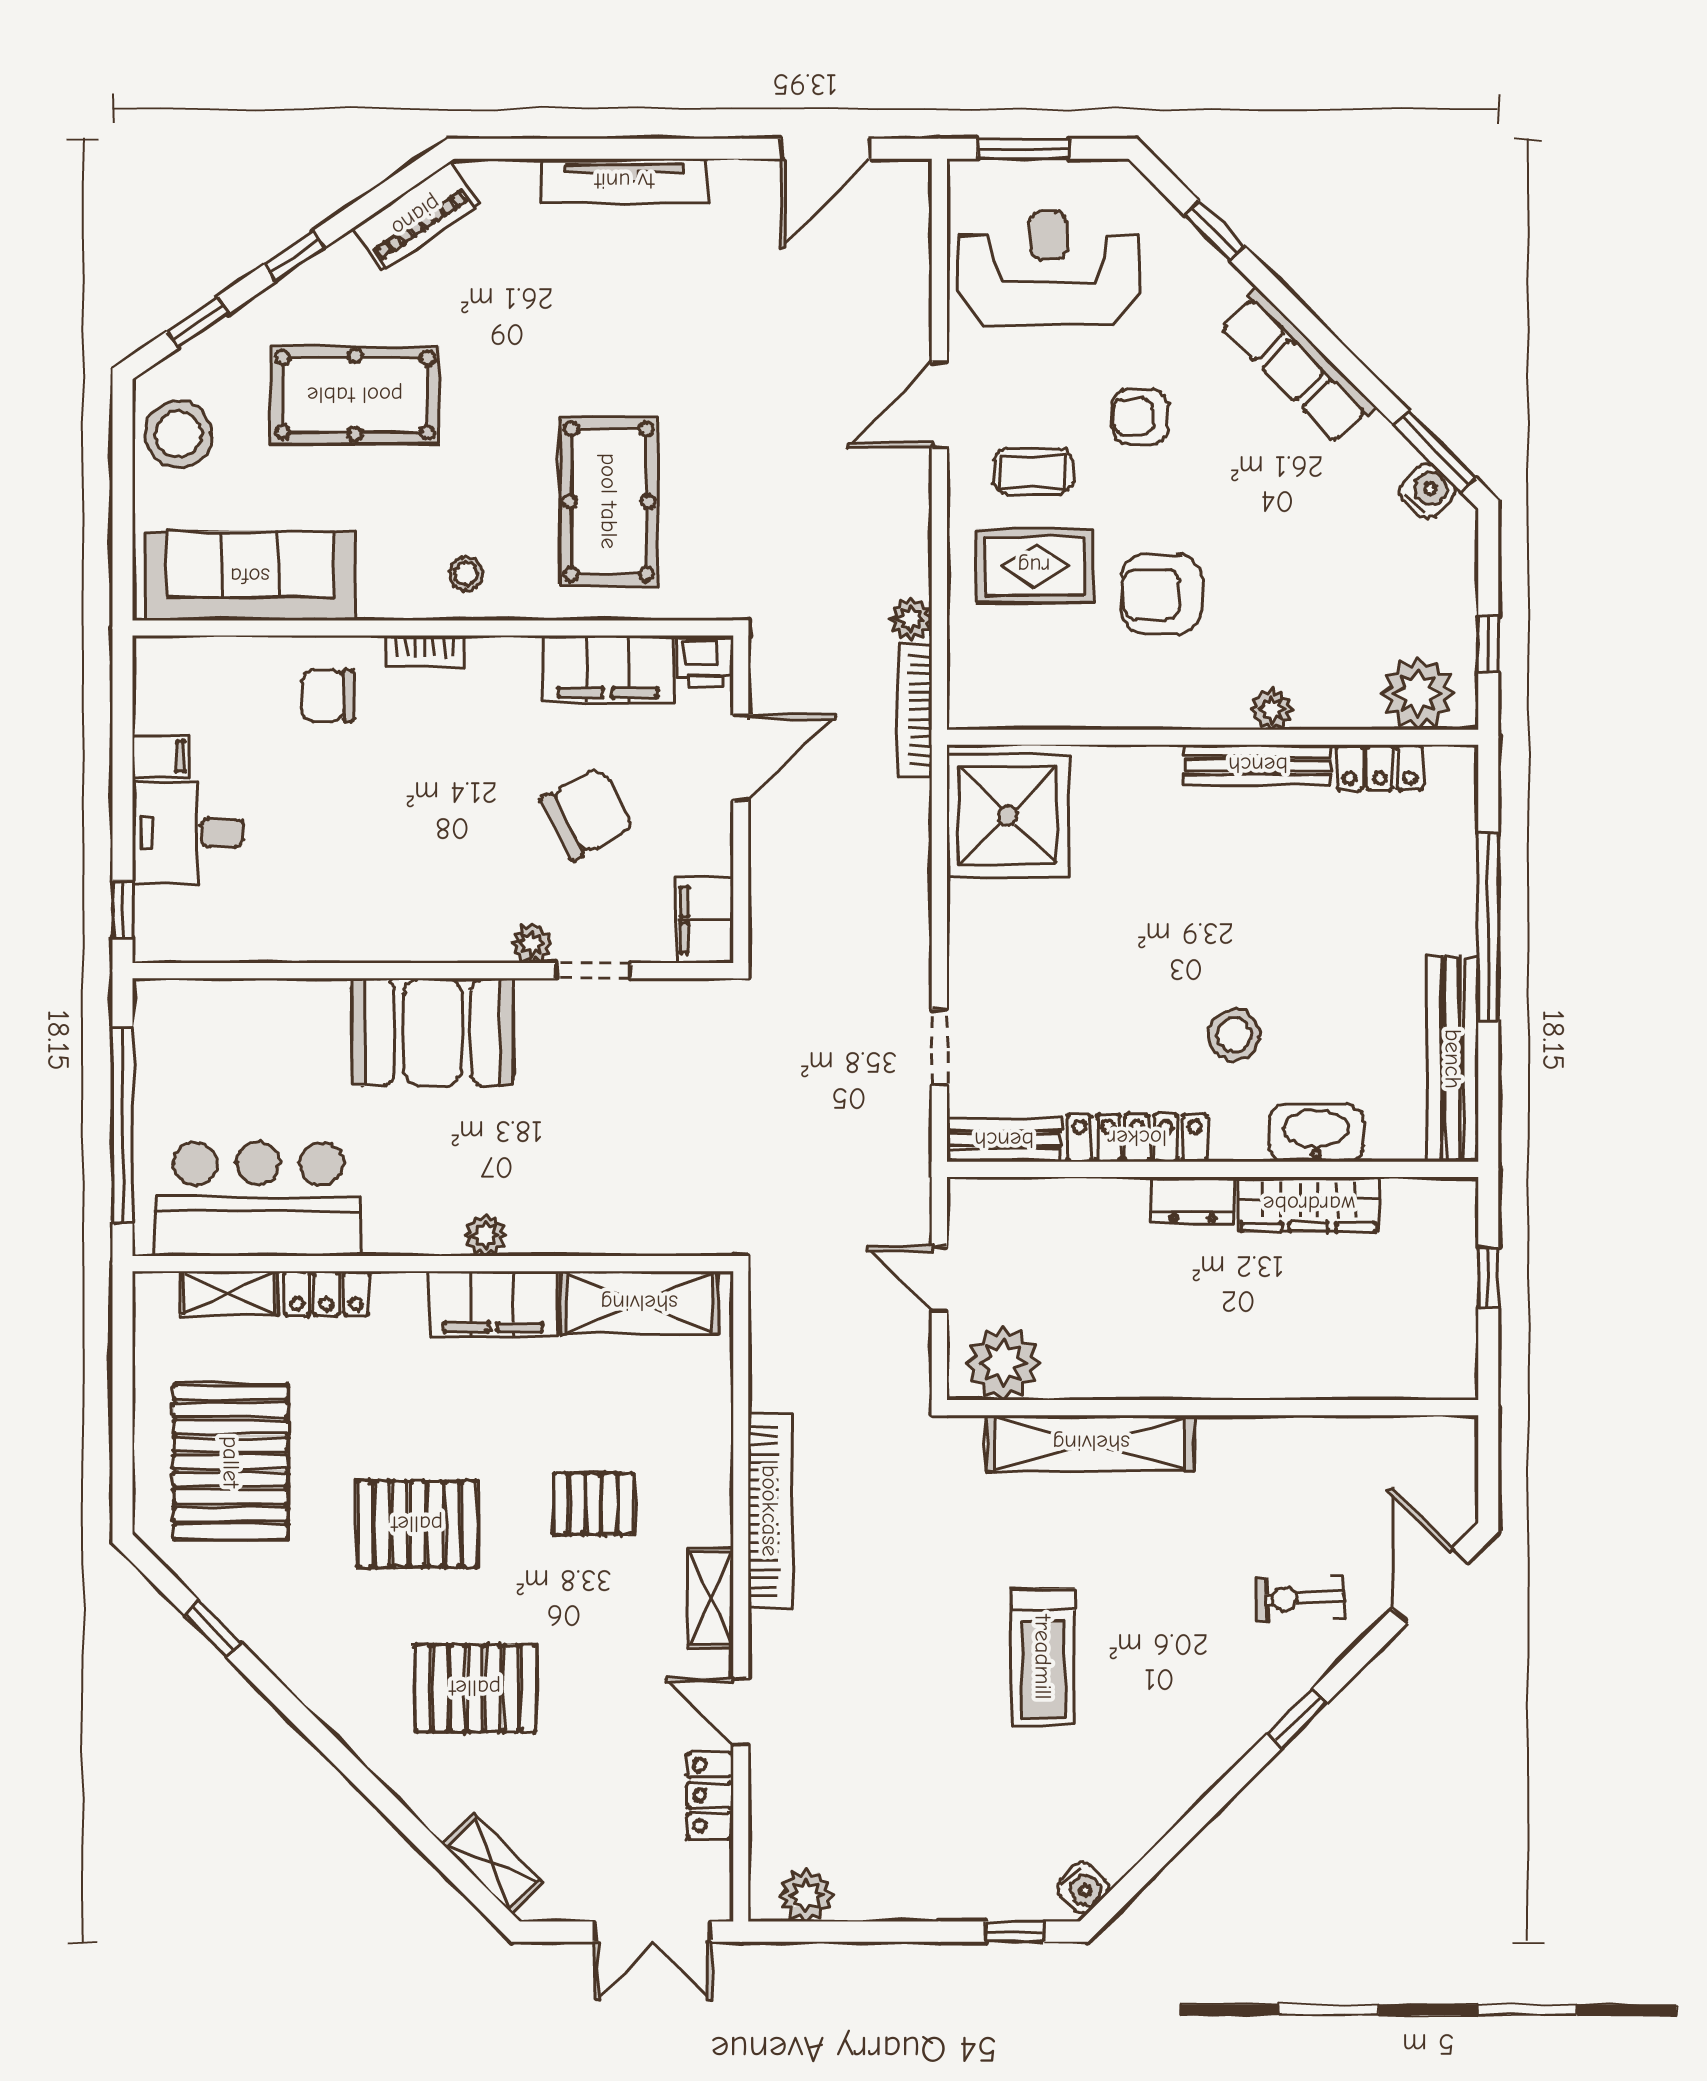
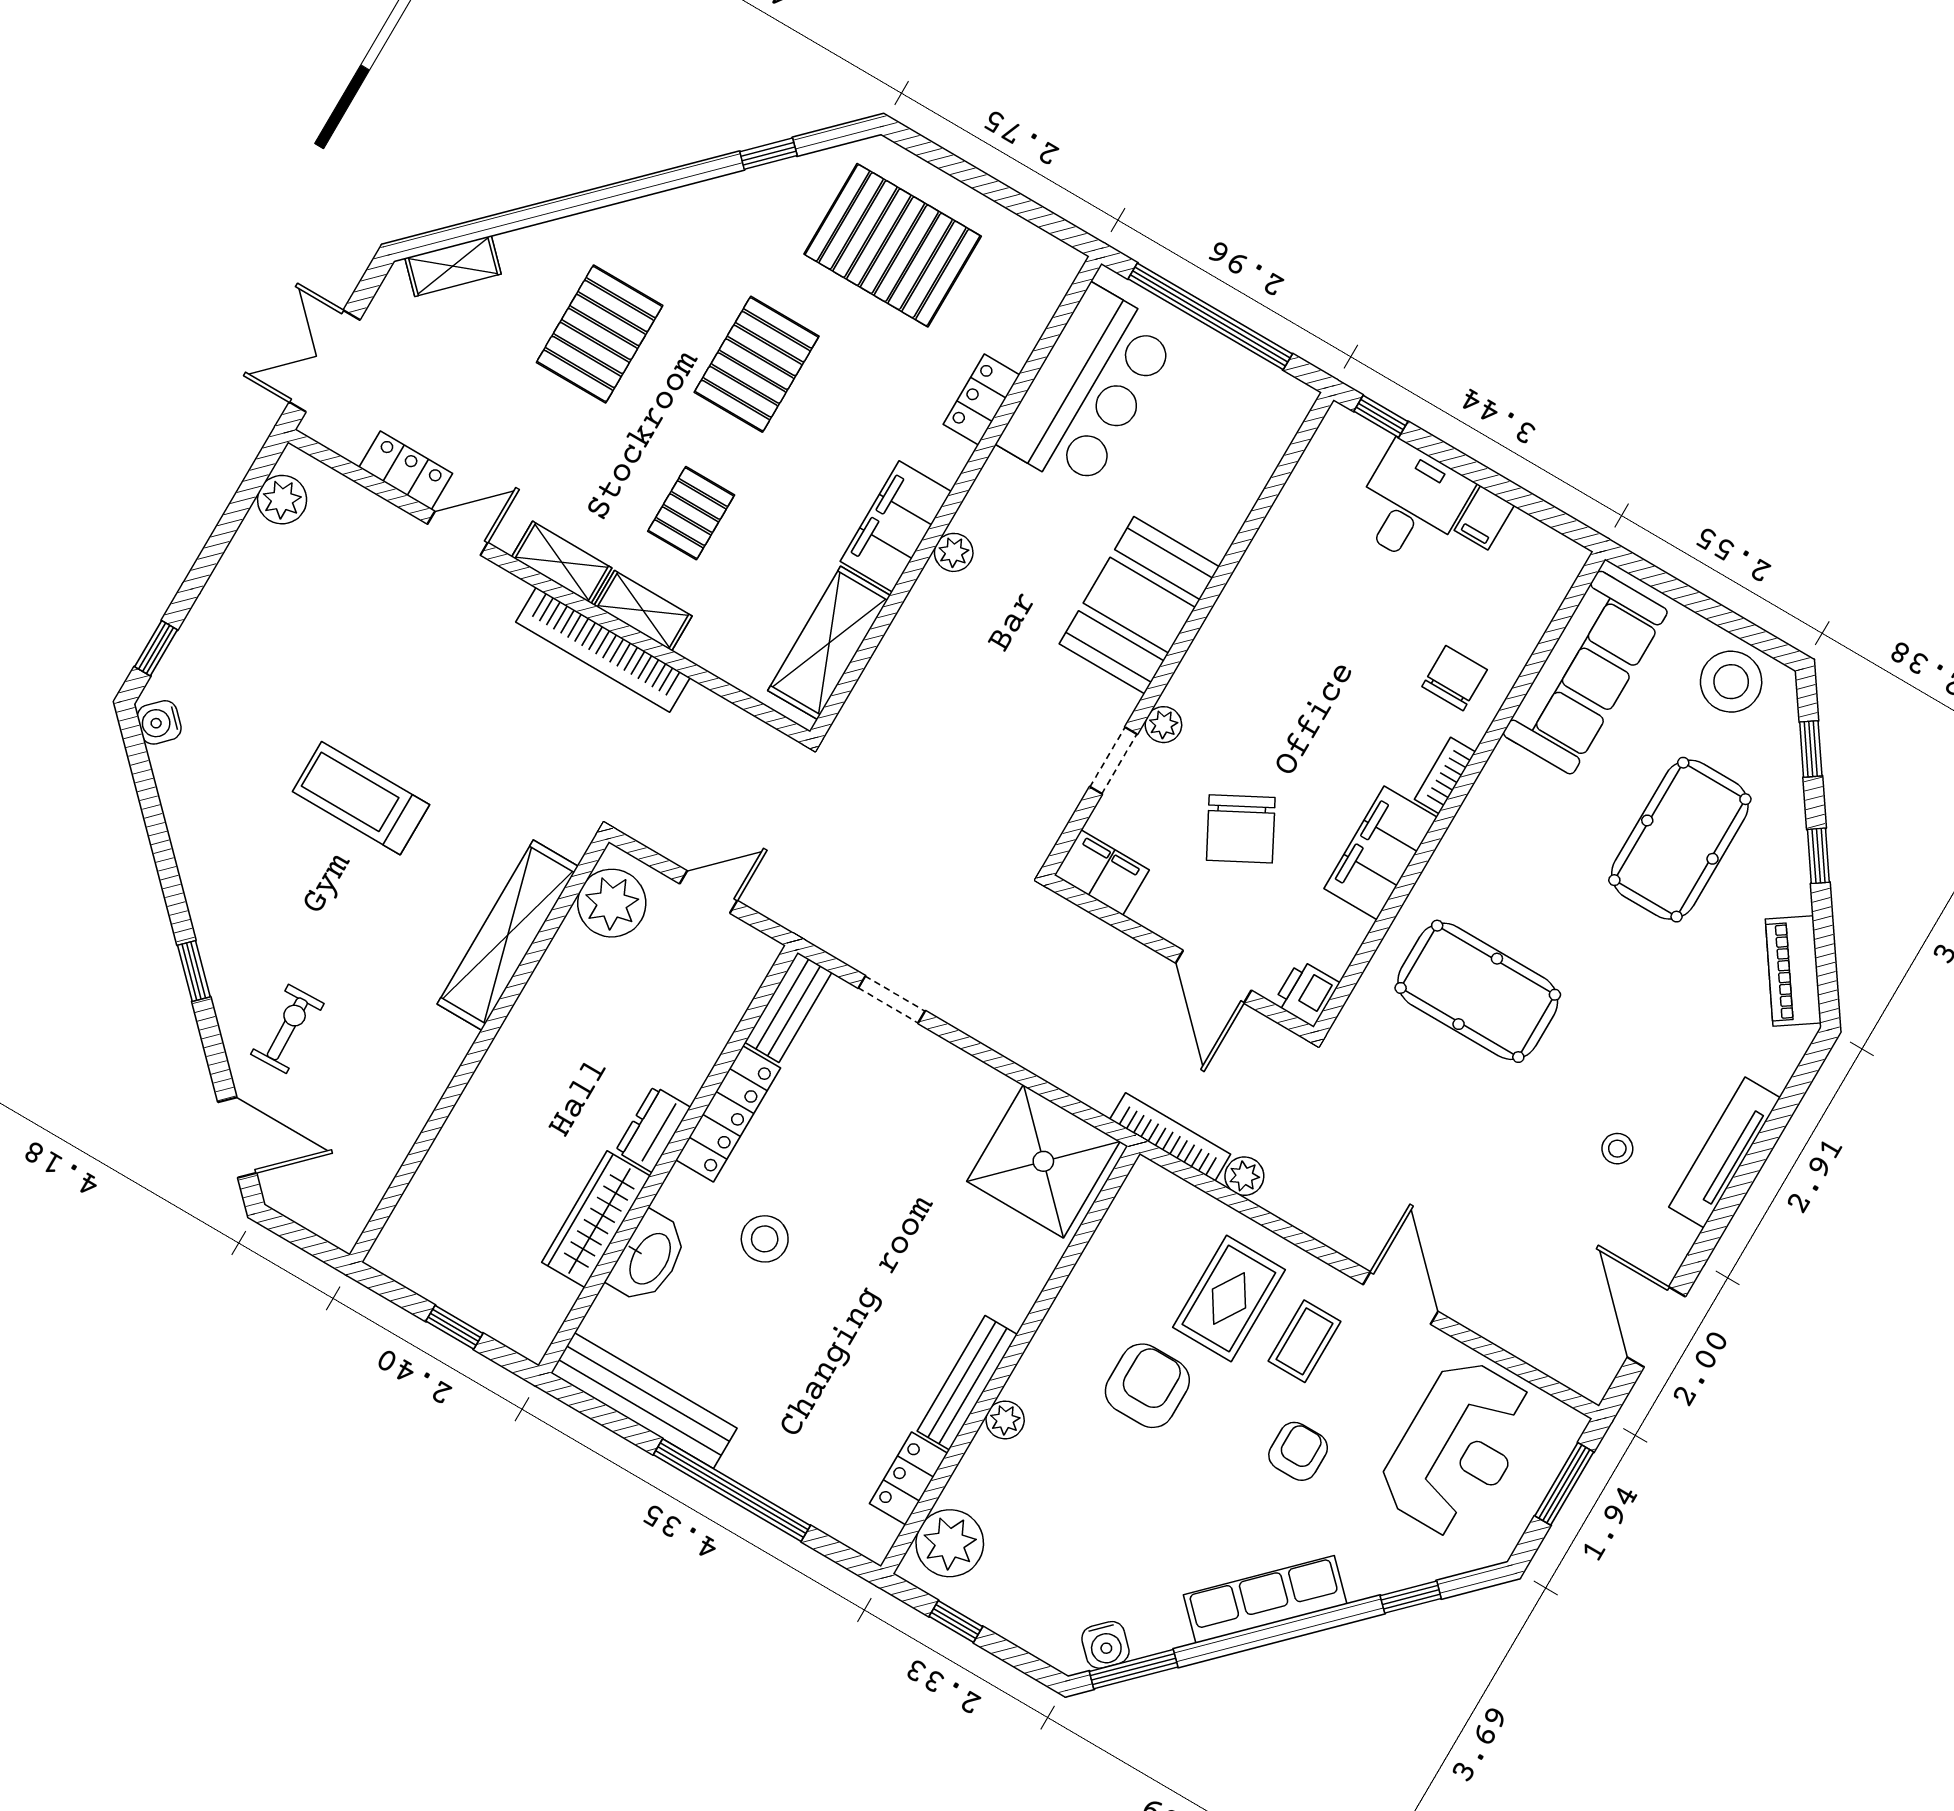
stool: (466, 574) -> (1617, 1149), moved
filing cabinet: (608, 669) -> (1381, 853), moved
shelving: (229, 1293) -> (643, 611), moved, turned 90

